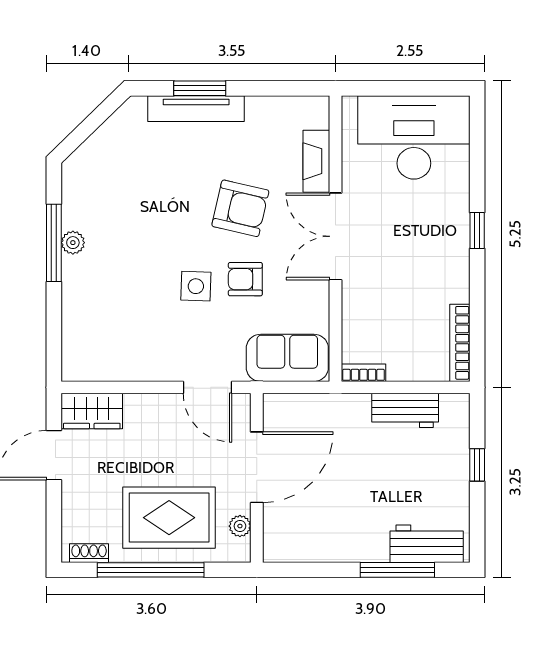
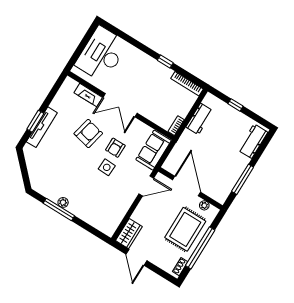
window: (477, 230) -> (165, 62), moved
window: (397, 570) -> (243, 179), moved

